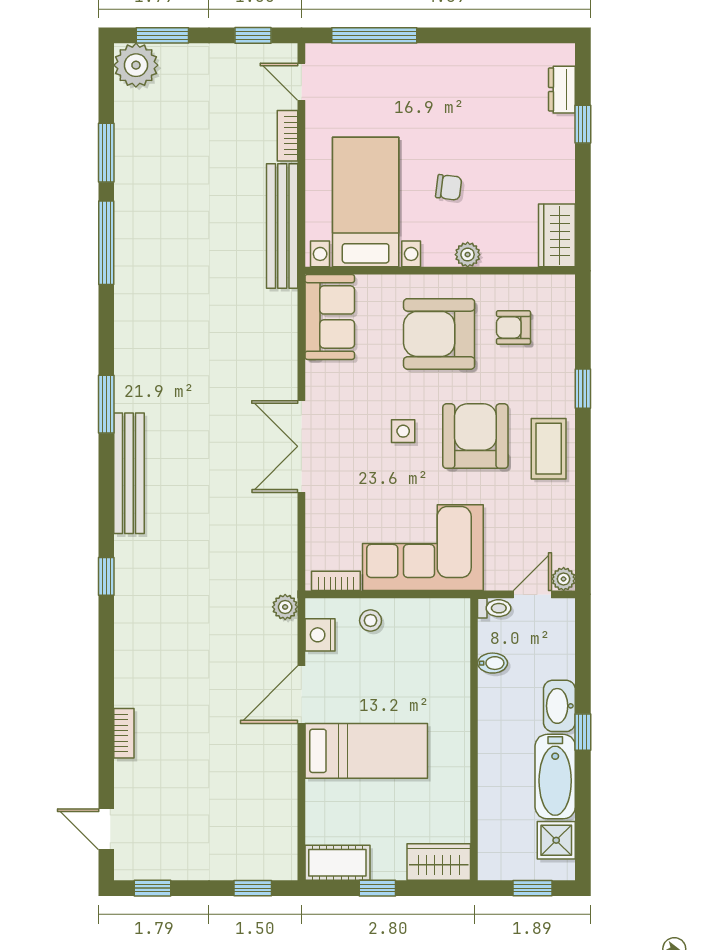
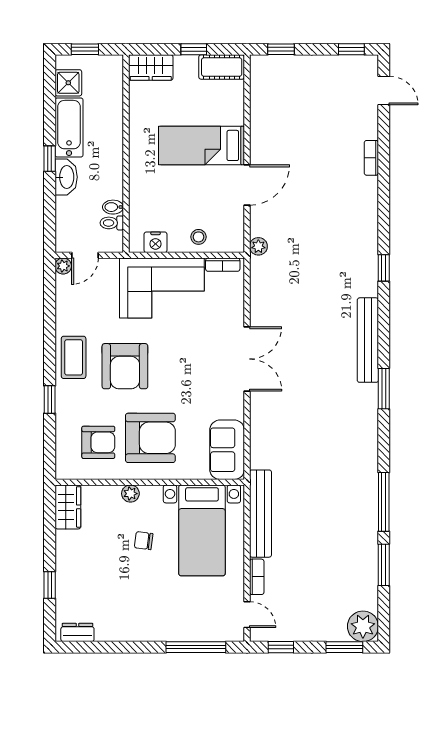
dresser: (562, 90) -> (77, 632), moved, turned -90
armchair: (513, 328) -> (98, 442), width x1.38, depth x1.38
side table: (403, 431) -> (176, 370), removed
toilet: (494, 608) -> (112, 223), moved
nightstand: (320, 635) -> (156, 242), moved, turned 90

